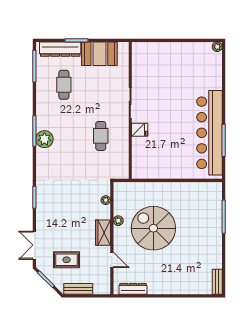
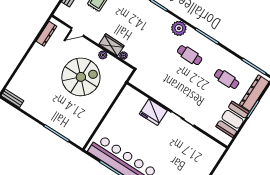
fridge: (140, 130) -> (153, 112), width x1.88, depth x1.34
cafe table: (101, 136) -> (190, 55), moved
plant: (44, 139) -> (179, 28), moved
wardrobe: (103, 233) -> (112, 45), moved

